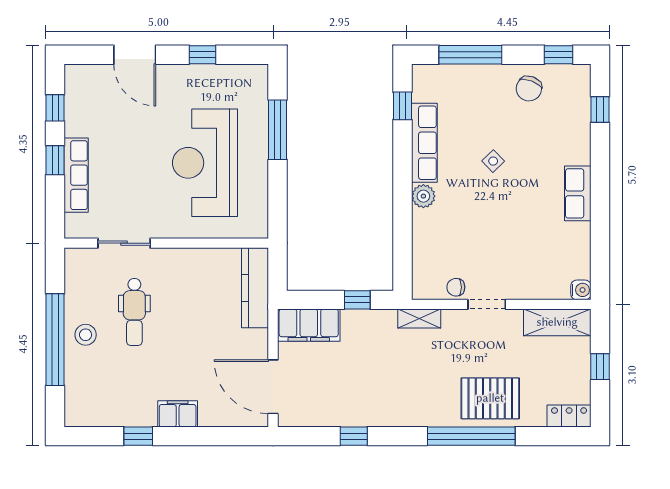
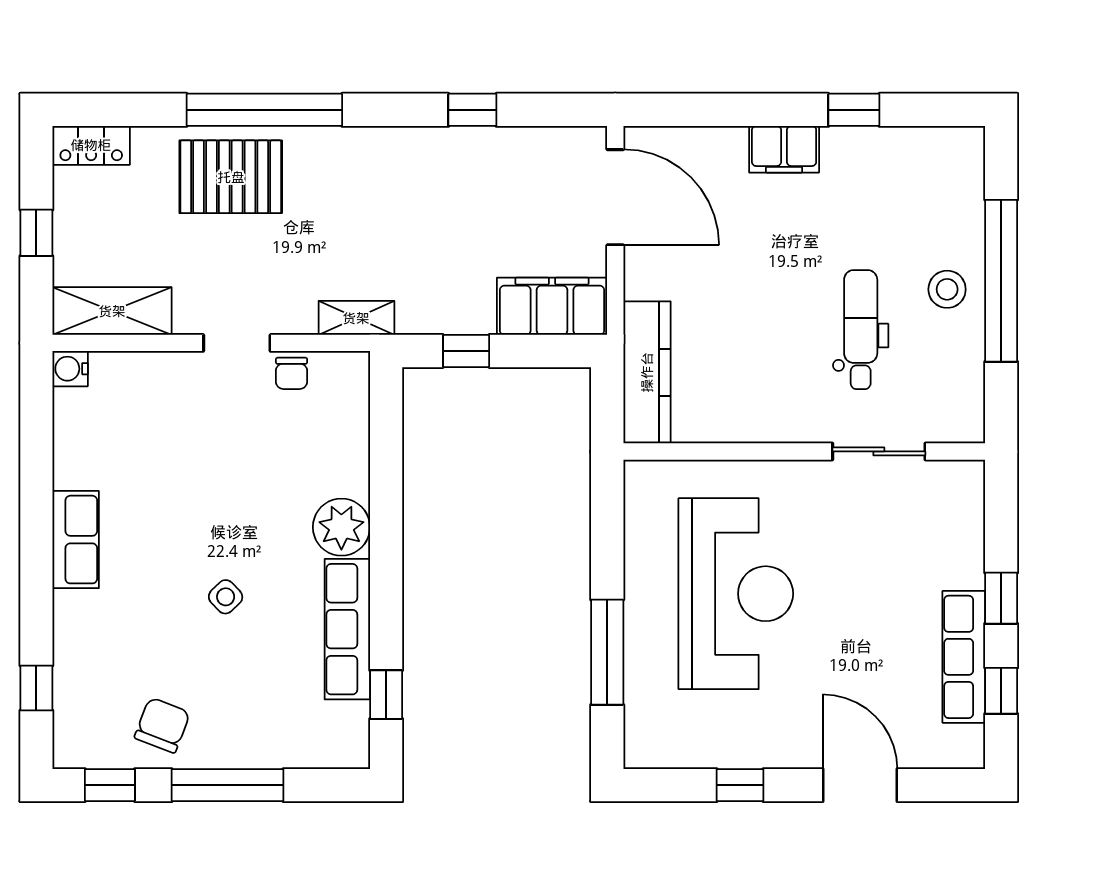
window: (470, 55) -> (228, 785), moved
row of seats: (76, 175) -> (964, 657), moved
plant: (423, 196) -> (341, 527), width x1.36, depth x1.36
chair: (456, 287) -> (292, 373), turned 90

